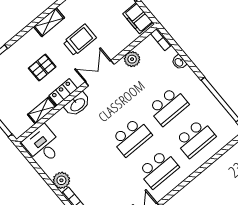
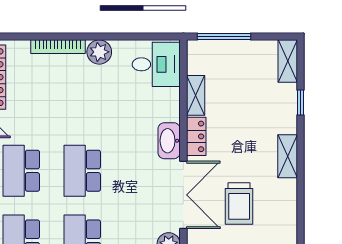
shelving: (49, 22) -> (288, 156), moved
pallet: (42, 68) -> (243, 136), removed
double door: (100, 73) -> (183, 195), width x1.37

